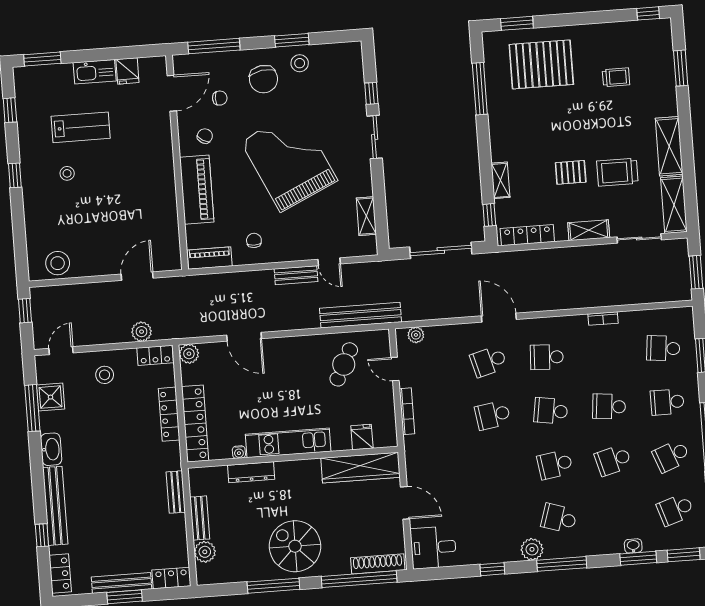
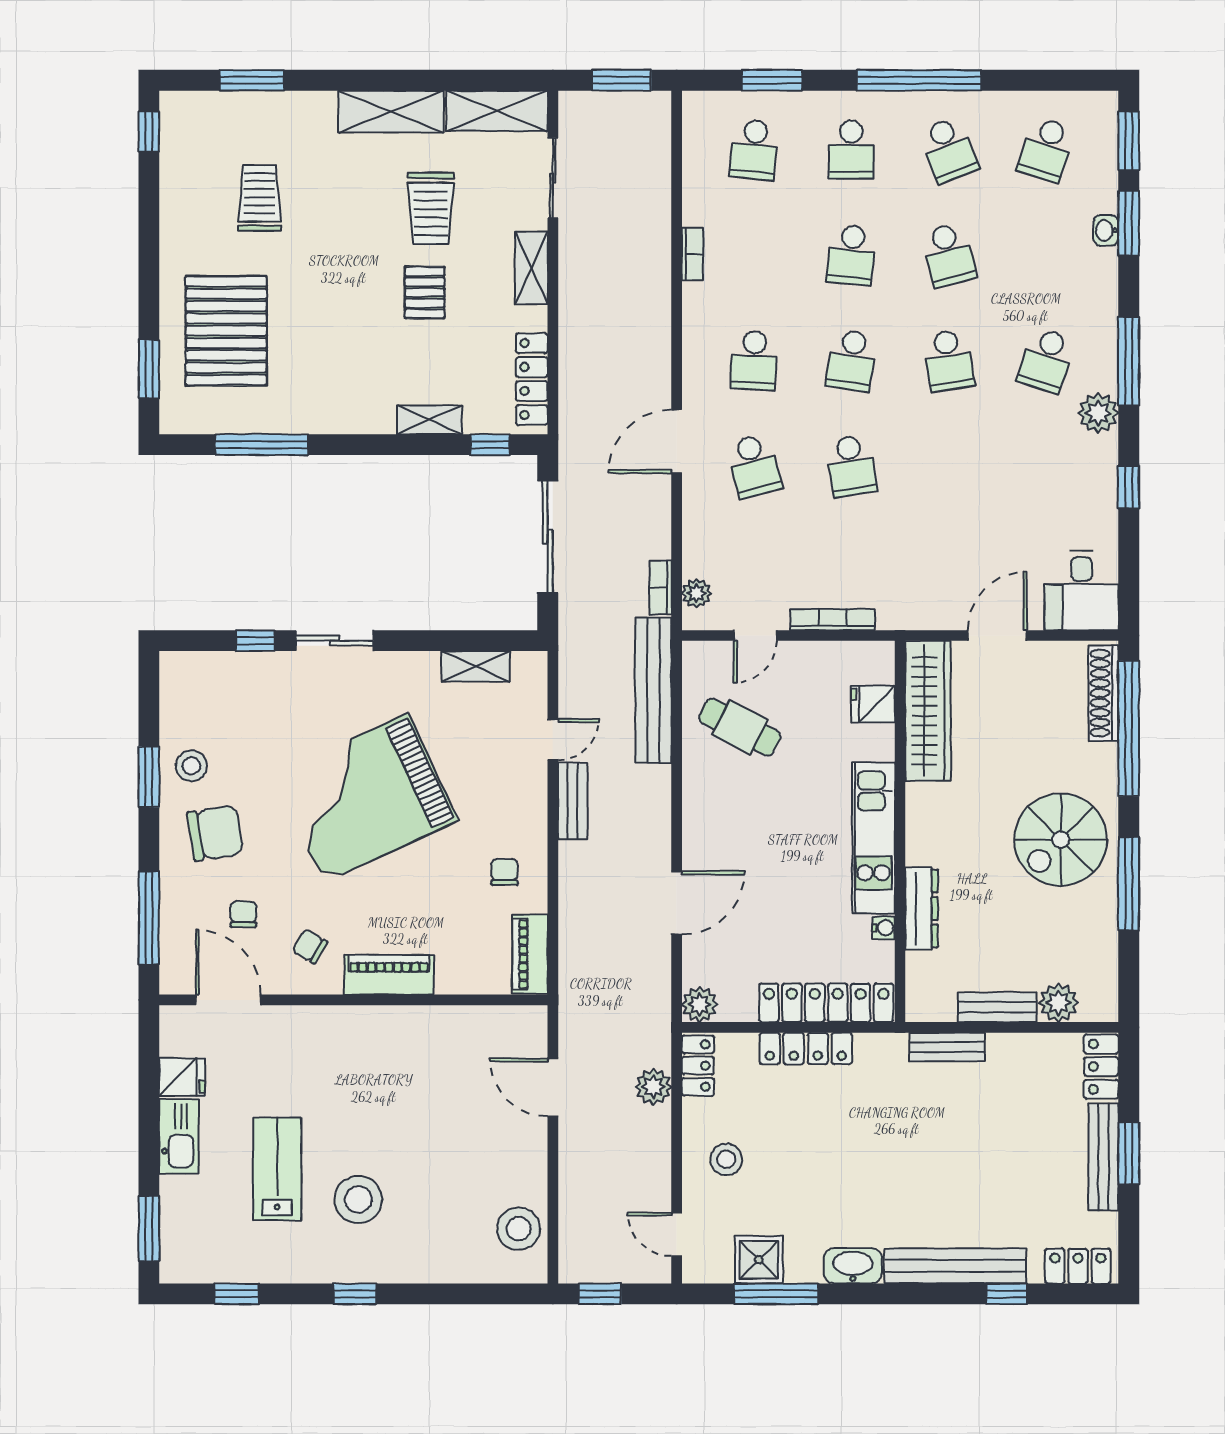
trolley: (616, 77) -> (260, 198), width x1.36, depth x1.39
stool: (67, 173) -> (358, 1200), width x1.89, depth x1.89
piano: (197, 190) -> (389, 975), width x0.73, depth x0.75
chair: (254, 240) -> (504, 872), turned 89
bookcase: (417, 315) -> (661, 588), added
school desk: (675, 510) -> (1046, 150), turned 36

